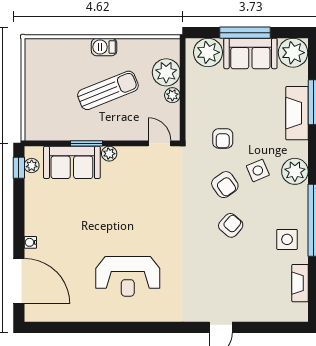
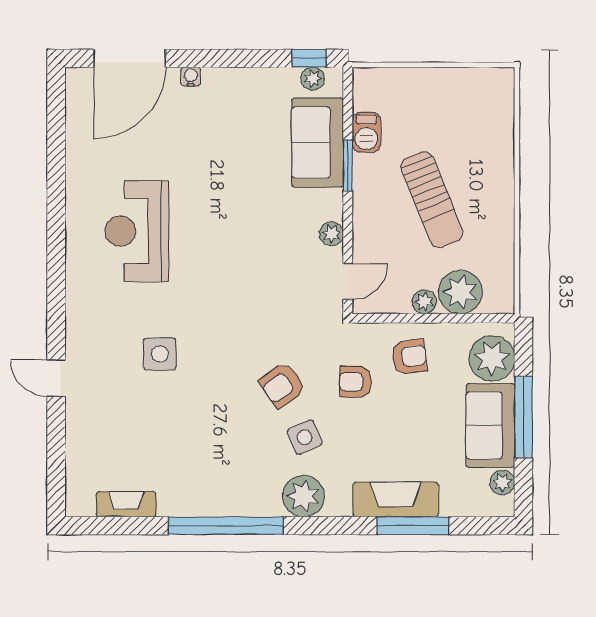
barbecue: (104, 47) -> (366, 132), moved, turned 180
plant: (293, 53) -> (502, 482), width x0.53, depth x0.53
plant: (109, 154) -> (331, 234), moved
armchair: (231, 225) -> (409, 357), moved, turned -49
side table: (287, 239) -> (160, 354), moved

